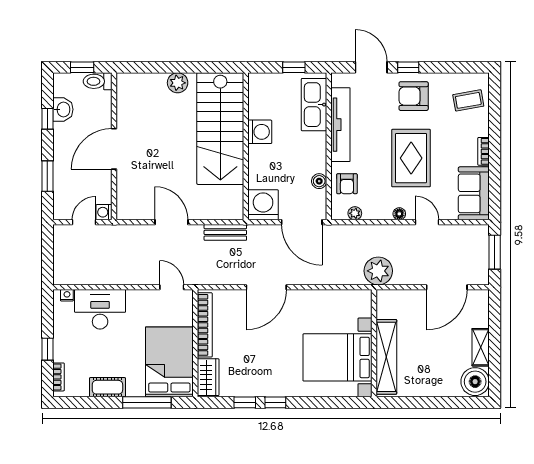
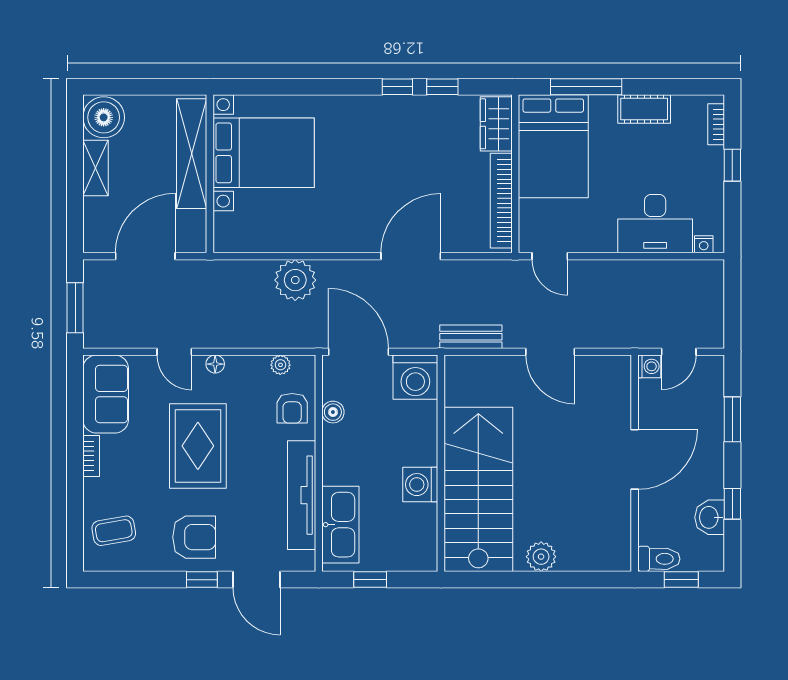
armchair: (347, 184) -> (292, 408), turned 180
plant: (378, 271) -> (295, 280), moved
wall: (374, 343) -> (210, 174), moved
bed with nightstands: (337, 357) -> (264, 153), moved
shelving: (386, 357) -> (192, 154), moved

